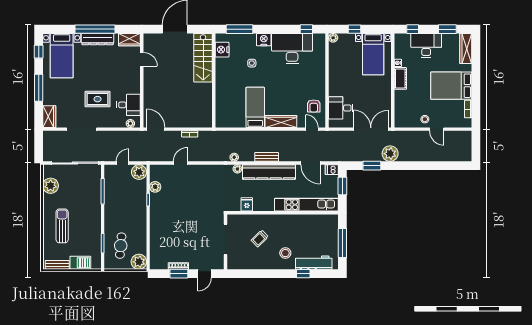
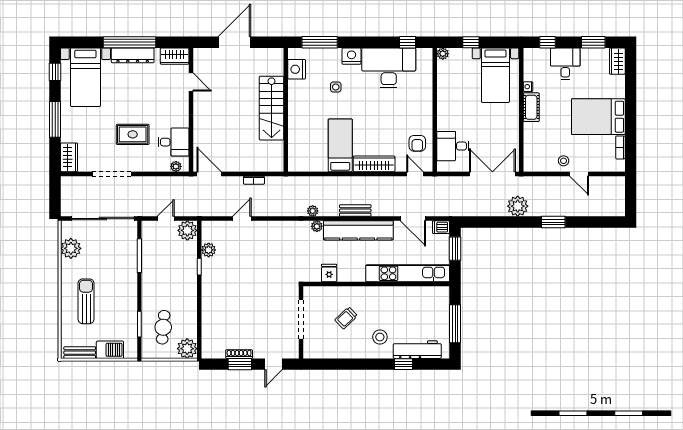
desk: (426, 45) -> (565, 64), width x0.73
wardrobe: (466, 48) -> (617, 61), width x0.67
stairs: (203, 58) -> (272, 108), moved
window: (372, 166) -> (553, 222), moved

